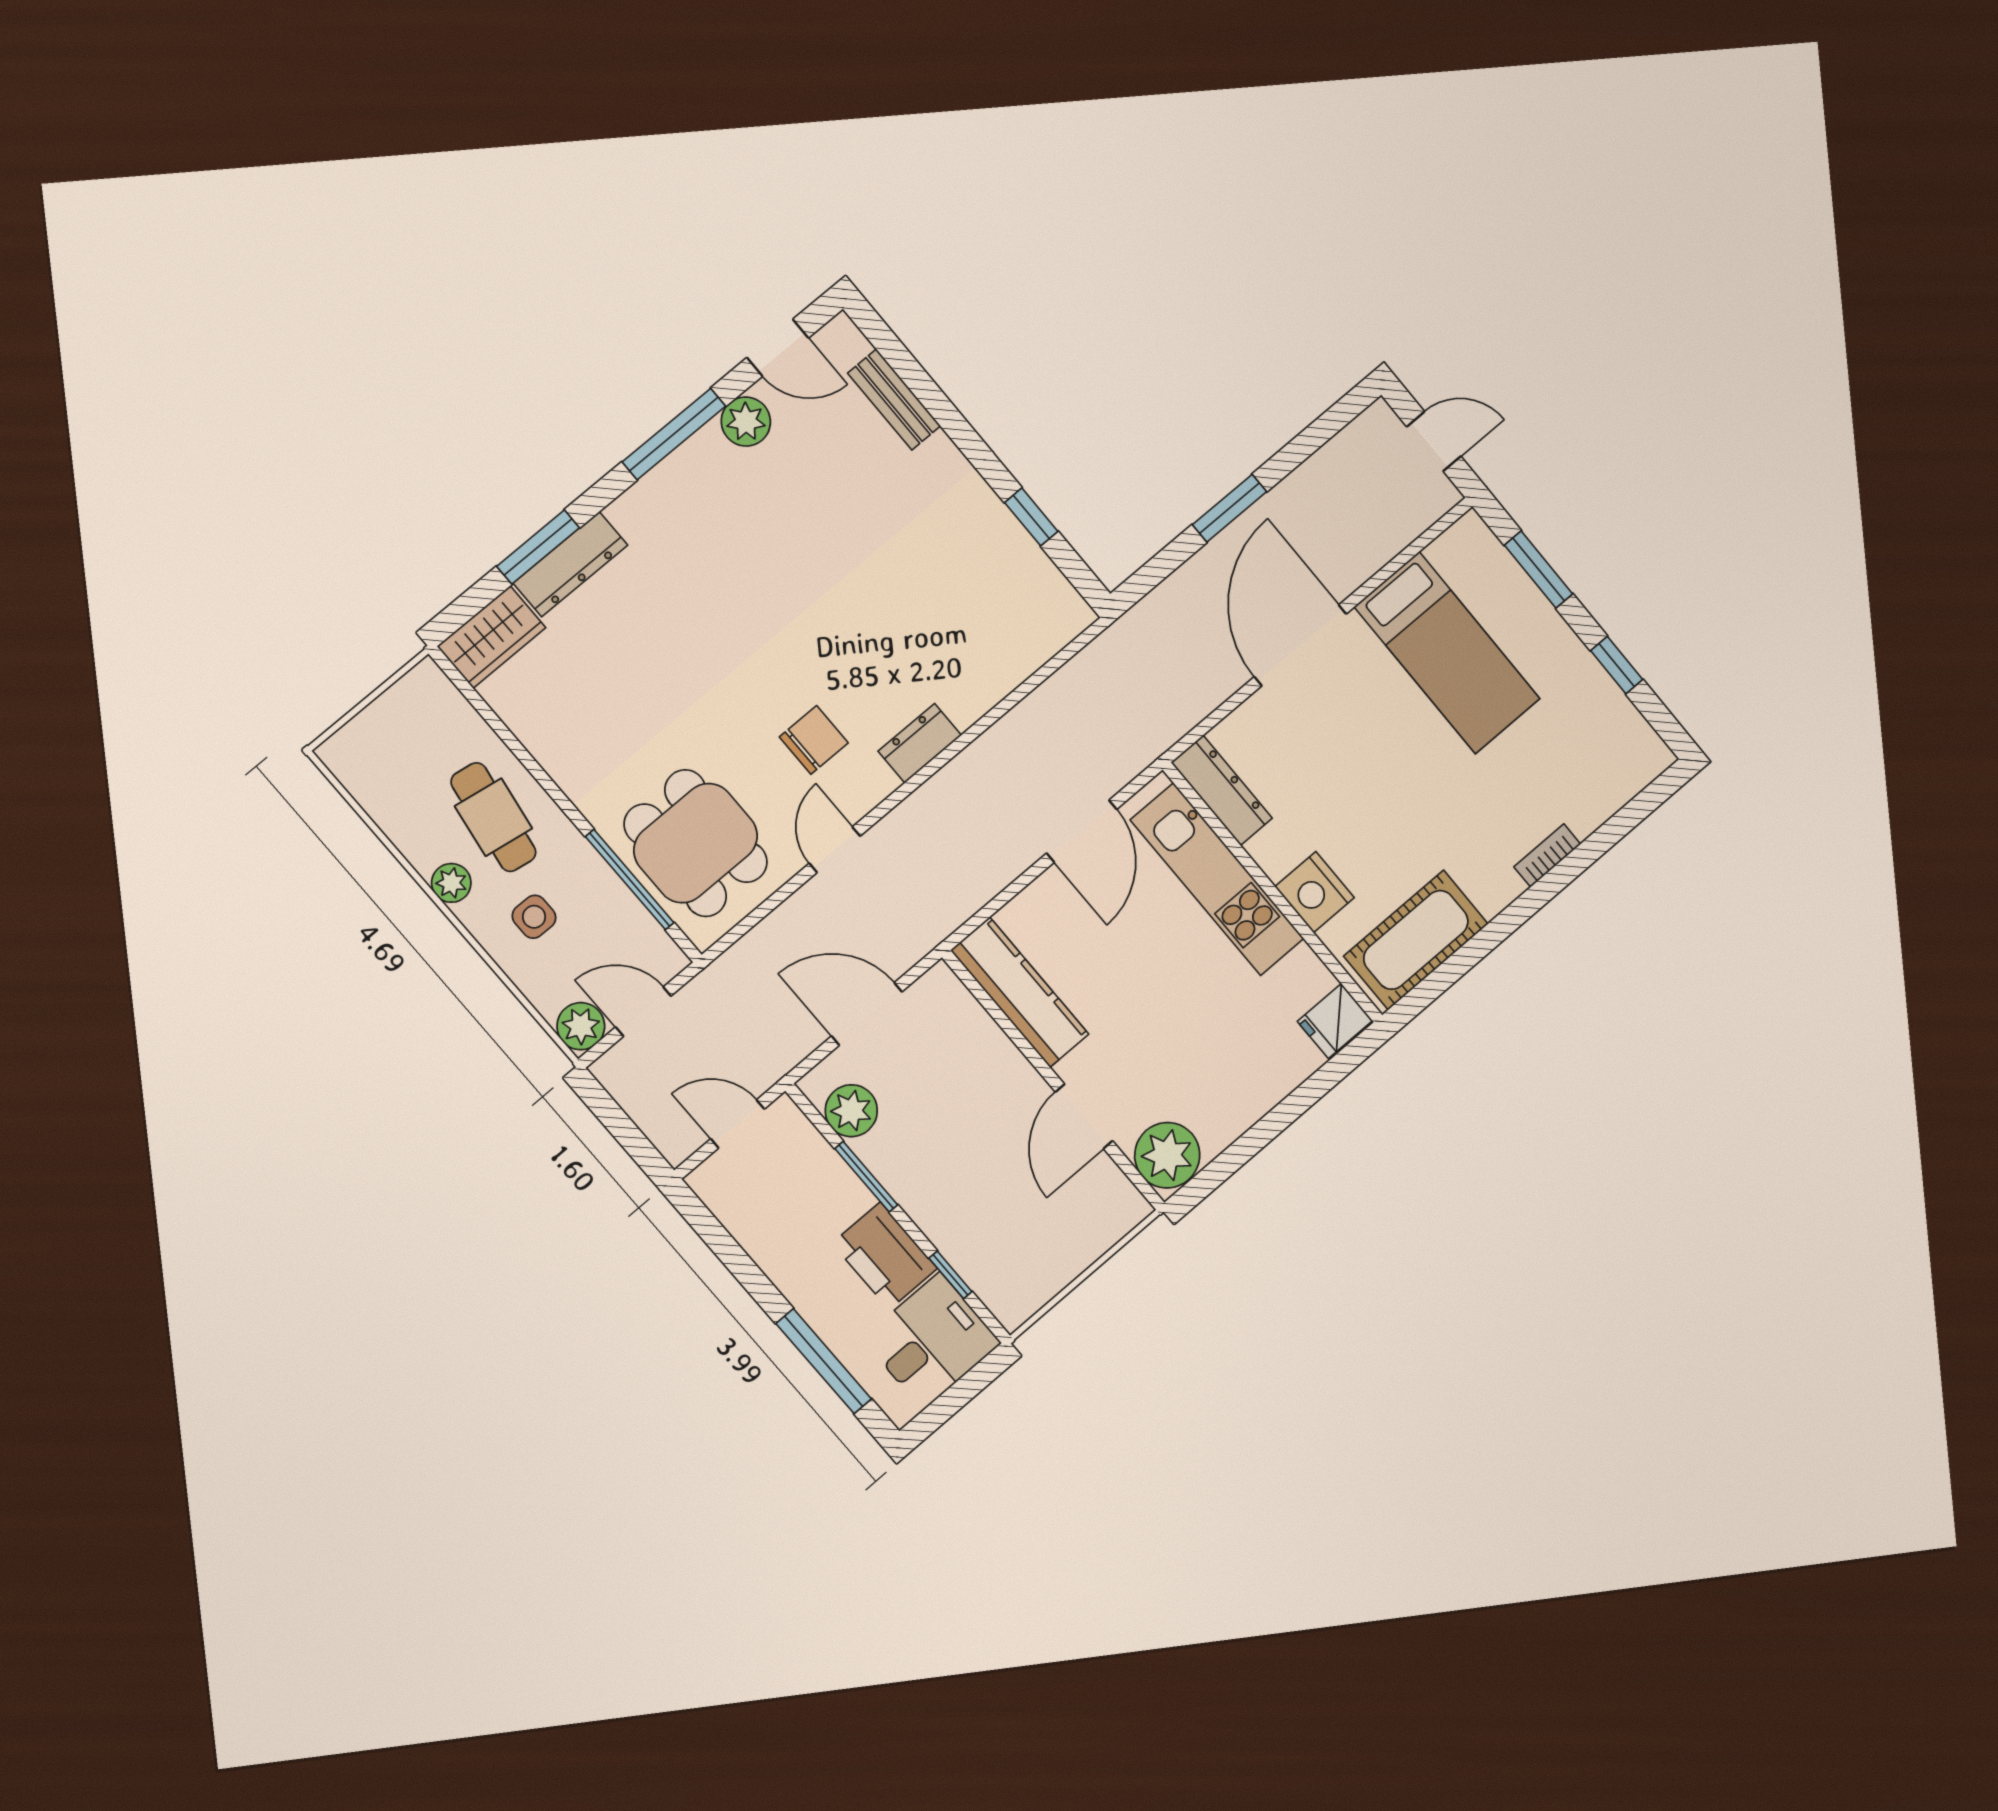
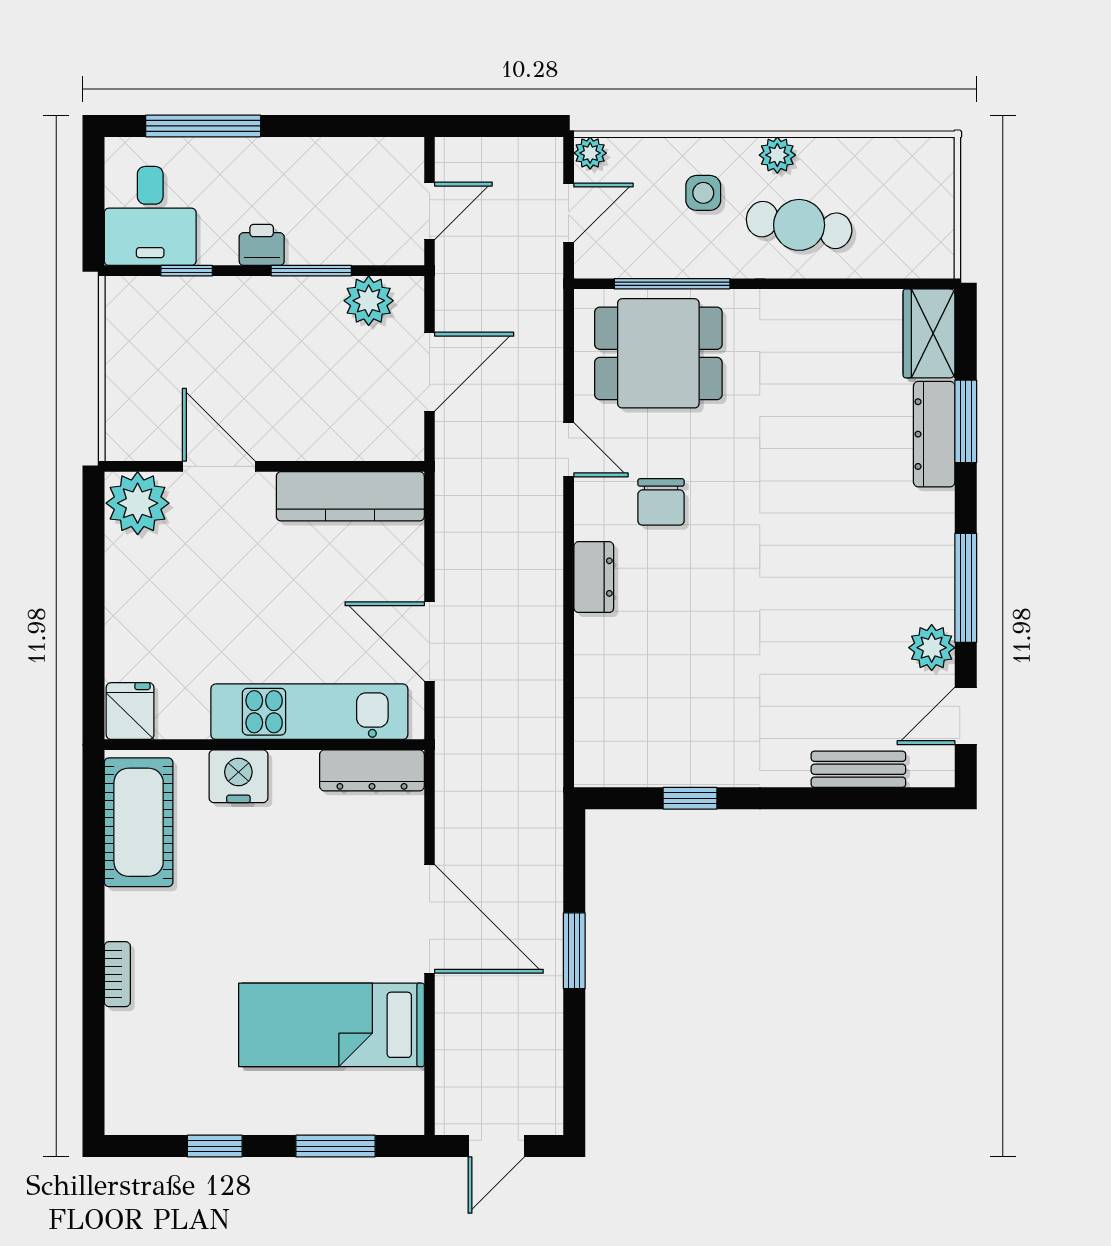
plant: (581, 1026) -> (590, 153), width x0.73, depth x0.73
printer: (885, 1256) -> (262, 245), width x0.53, depth x0.68

